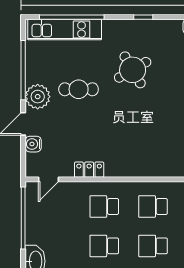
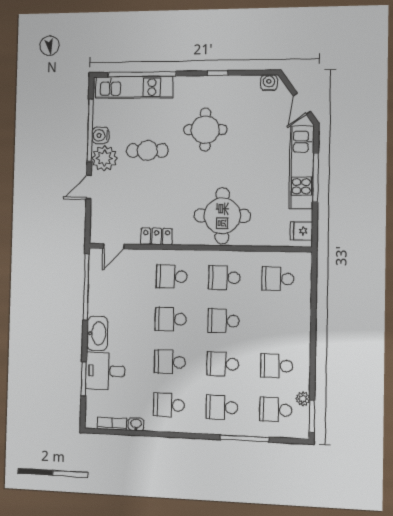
round table: (133, 70) -> (205, 130), turned 30
water cooler: (33, 144) -> (100, 135), moved
round table: (150, 150) -> (222, 216), added

